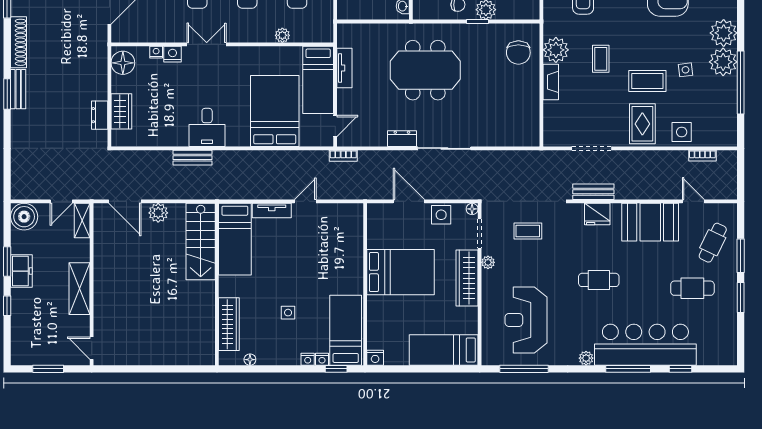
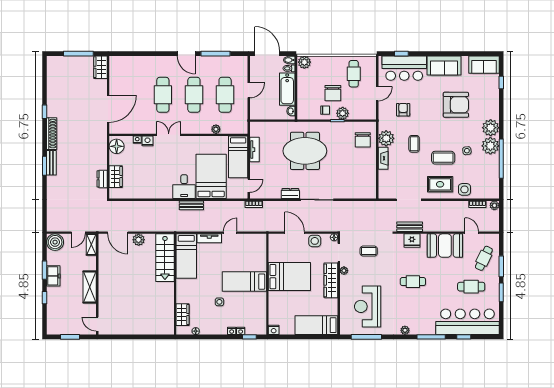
rug: (642, 124) -> (440, 184), turned 90
desk: (207, 127) -> (184, 187), moved
bench: (193, 158) -> (191, 205), moved
plant: (730, 158) -> (494, 205), added
wardrobe: (229, 324) -> (183, 315), width x0.67
bed: (346, 330) -> (244, 282), moved, turned -90
bar counter: (645, 345) -> (467, 322), moved

